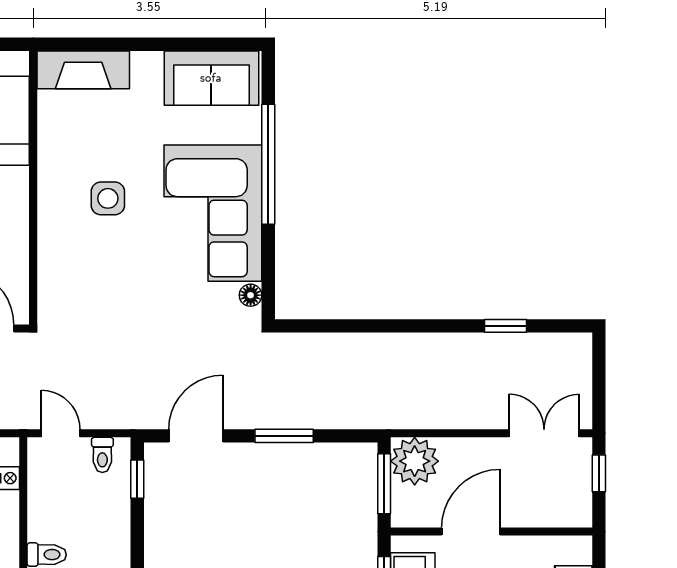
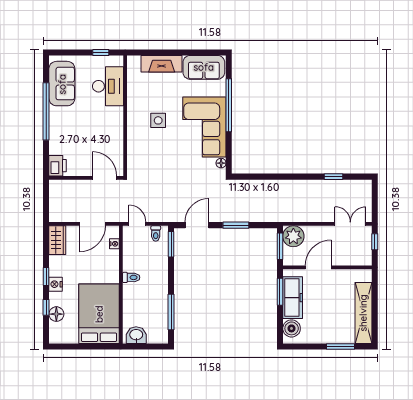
fireplace: (83, 70) -> (162, 64), moved
window: (137, 479) -> (171, 244), width x1.50

